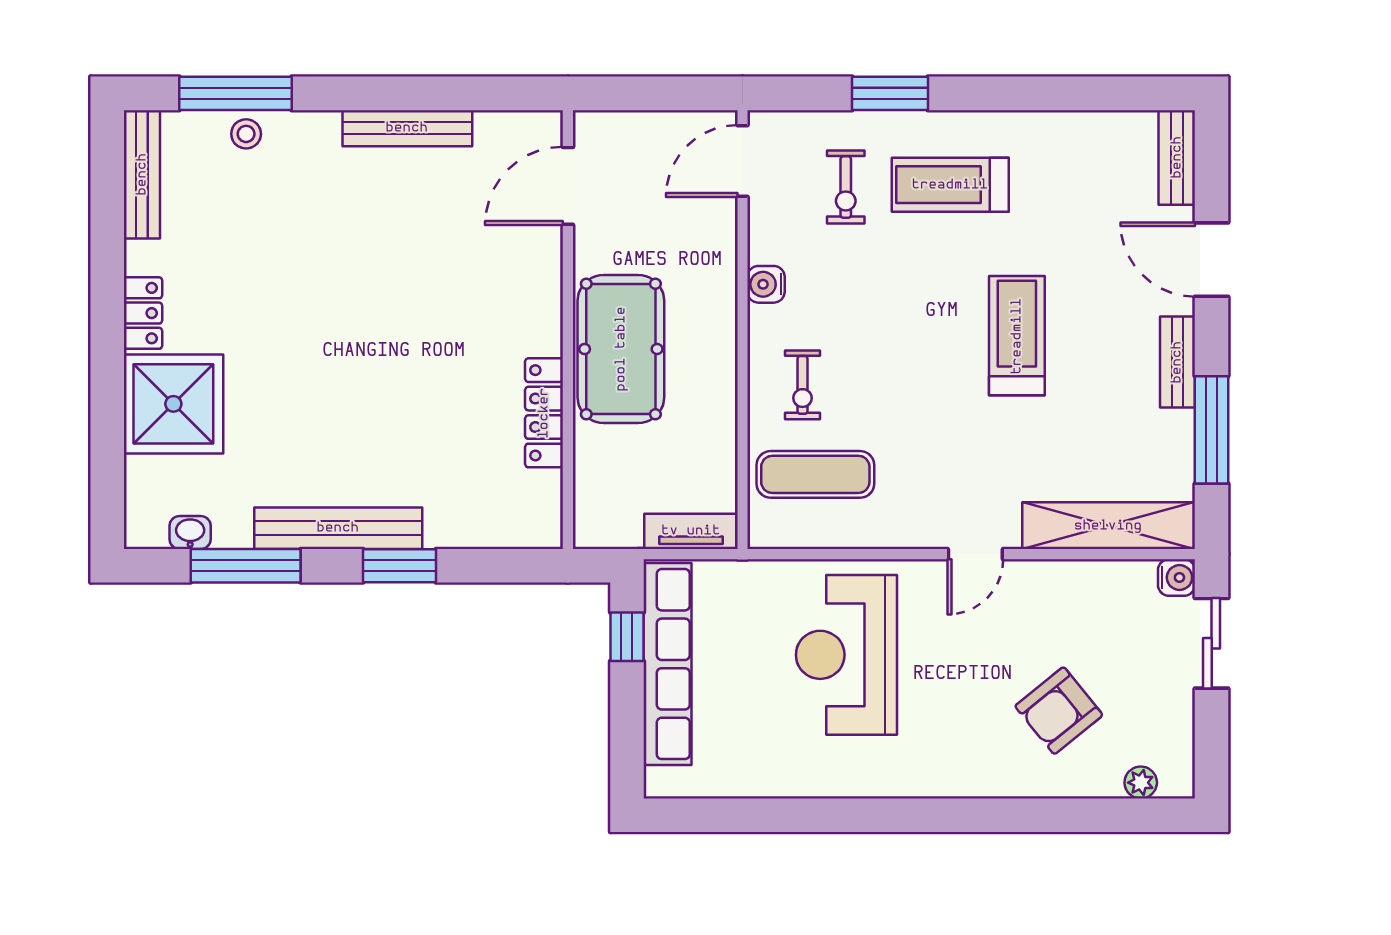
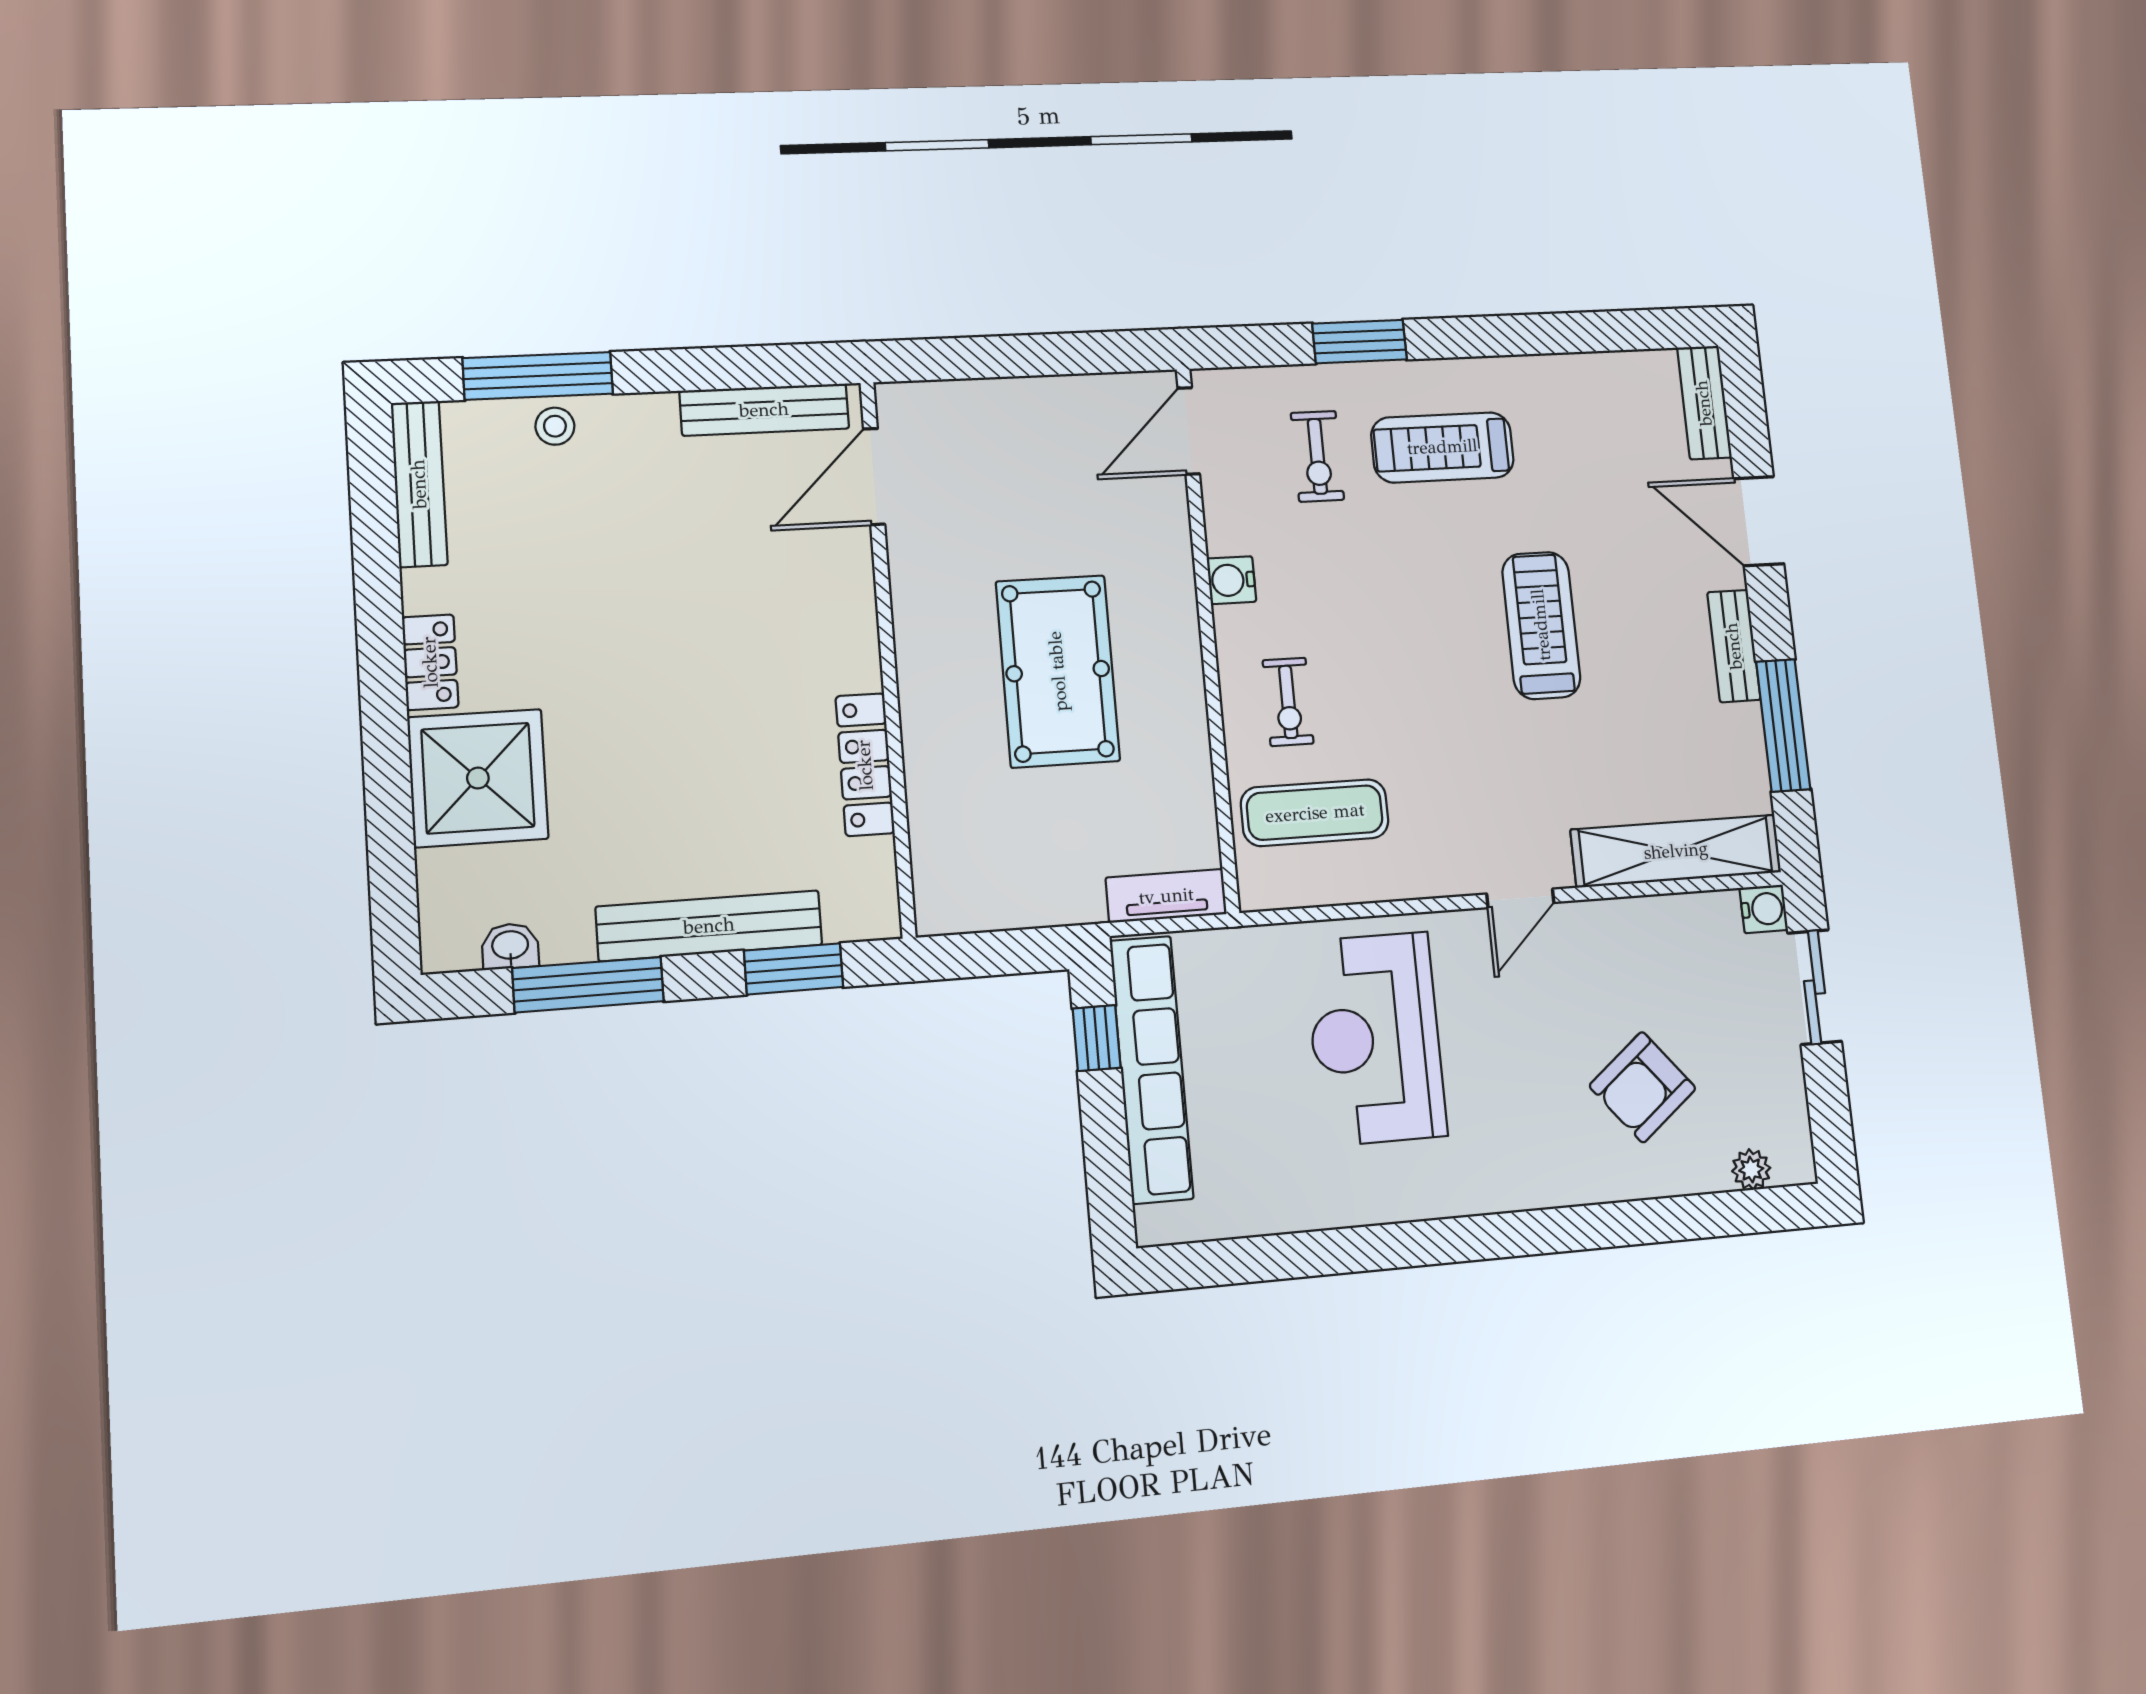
door: (568, 186) -> (874, 476), moved
wall: (568, 330) -> (888, 657), moved
locker: (544, 413) -> (865, 765), moved

